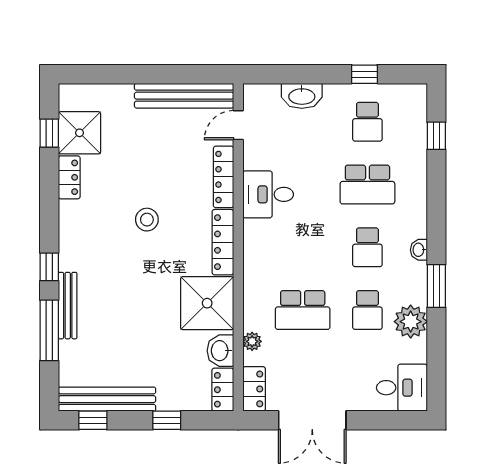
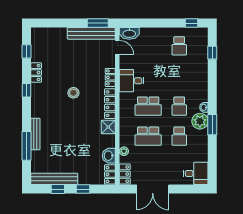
window: (198, 74) -> (98, 23), added
window: (364, 74) -> (192, 23), moved
washbasin: (302, 96) -> (129, 33), moved
door: (238, 125) -> (117, 47), swing flipped
shower: (80, 133) -> (41, 51), removed
locker: (224, 177) -> (110, 77), width x0.66
school desk: (367, 185) -> (148, 106), moved
window: (49, 267) -> (27, 90), moved
shower: (207, 303) -> (108, 127), width x0.54, depth x0.54
plant: (411, 322) -> (200, 121), moved
window: (93, 420) -> (58, 189), moved

